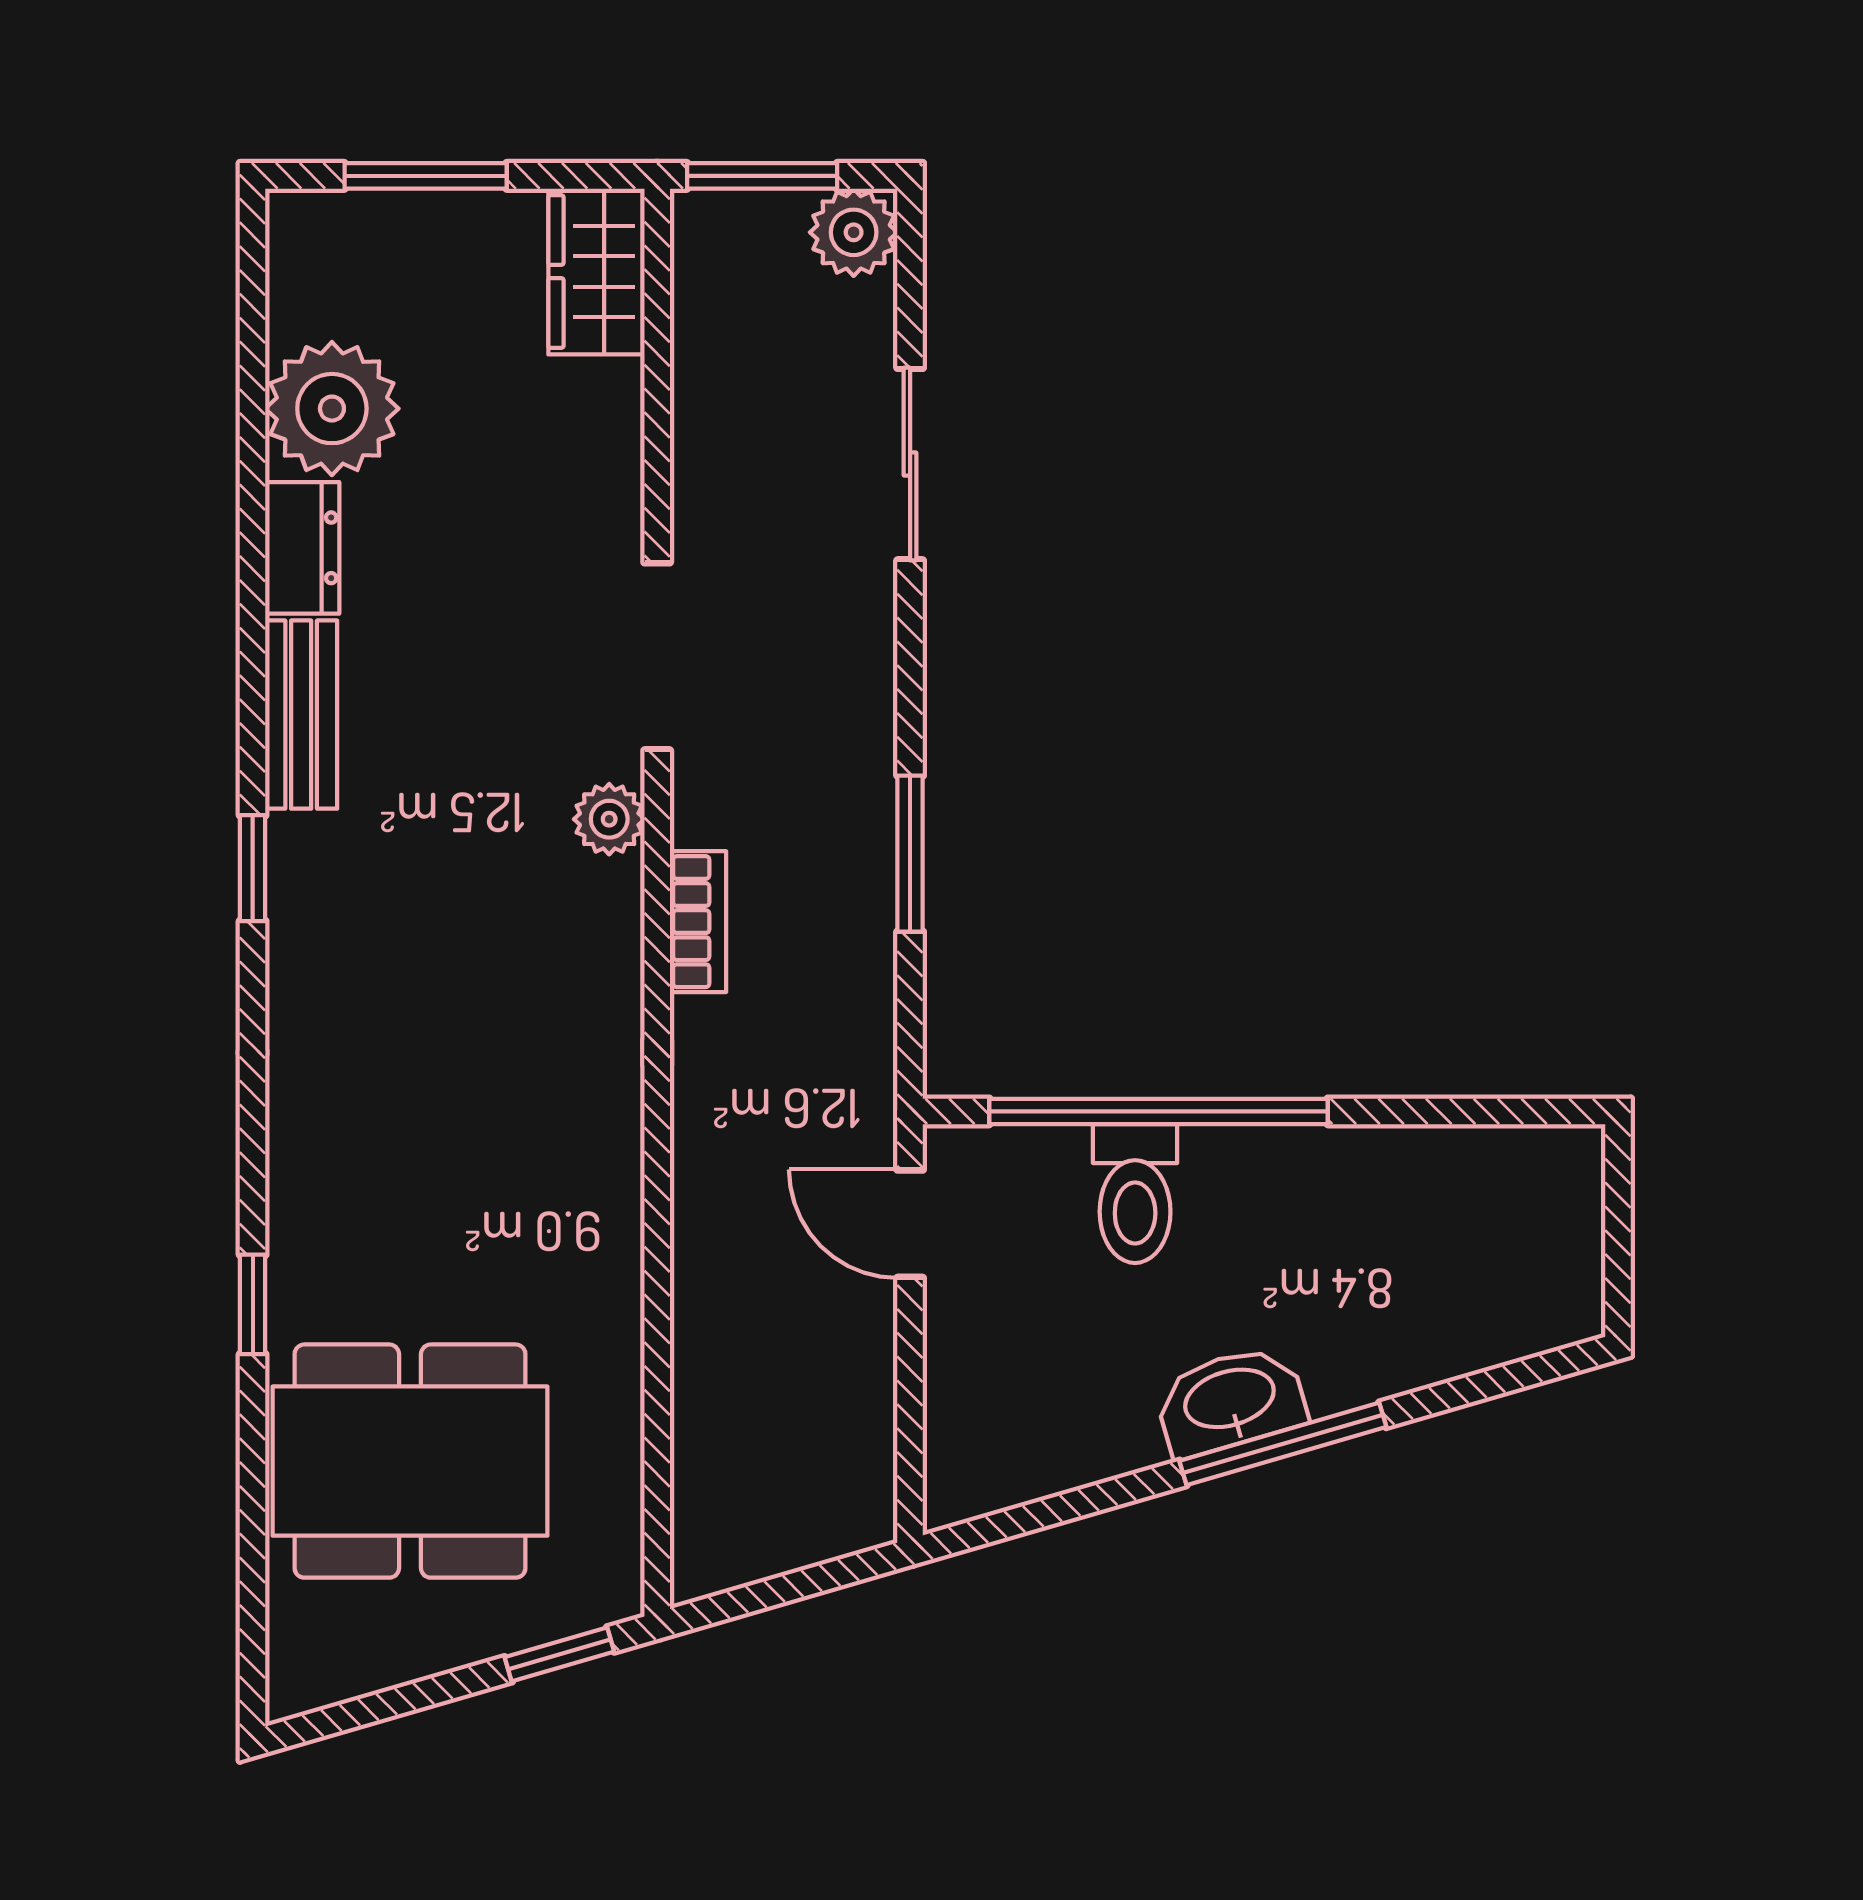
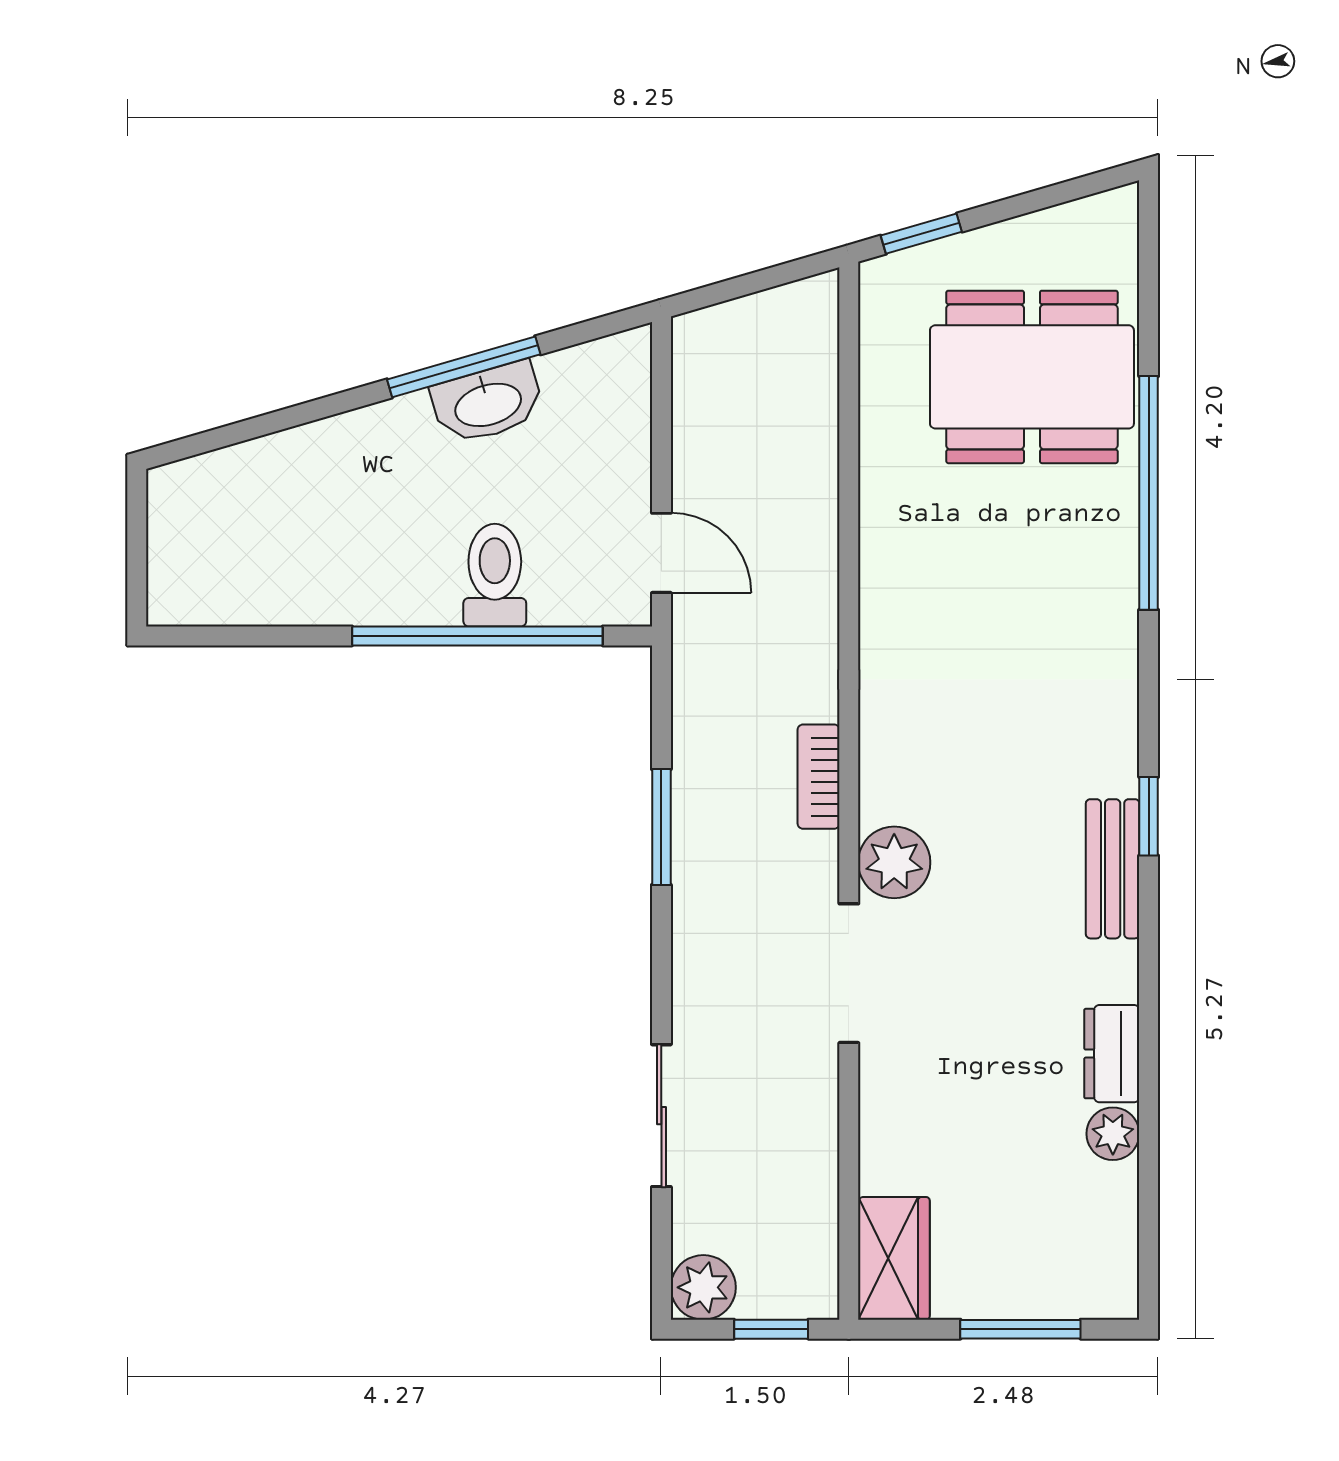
window: (762, 176) -> (771, 1329), width x0.67
plant: (332, 409) -> (1113, 1134), width x0.53, depth x0.53
bench: (301, 715) -> (1113, 869), moved
plant: (609, 819) -> (894, 862), width x1.38, depth x1.38
window: (253, 1304) -> (1149, 493), width x3.17
washbasin: (1230, 1401) -> (488, 403), moved
window: (1283, 1444) -> (464, 367), moved

